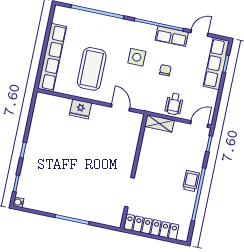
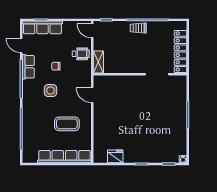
coffee table: (92, 69) -> (67, 124), width x0.73, depth x0.76
door: (120, 108) -> (92, 95), hinge flipped
fridge: (80, 109) -> (115, 156), moved, turned -90

